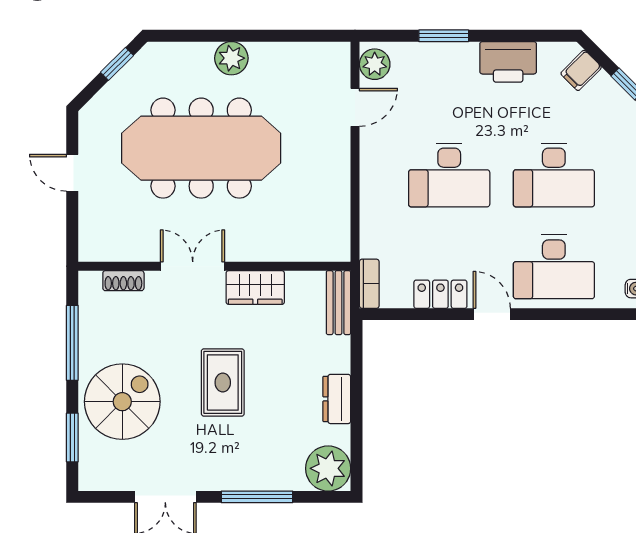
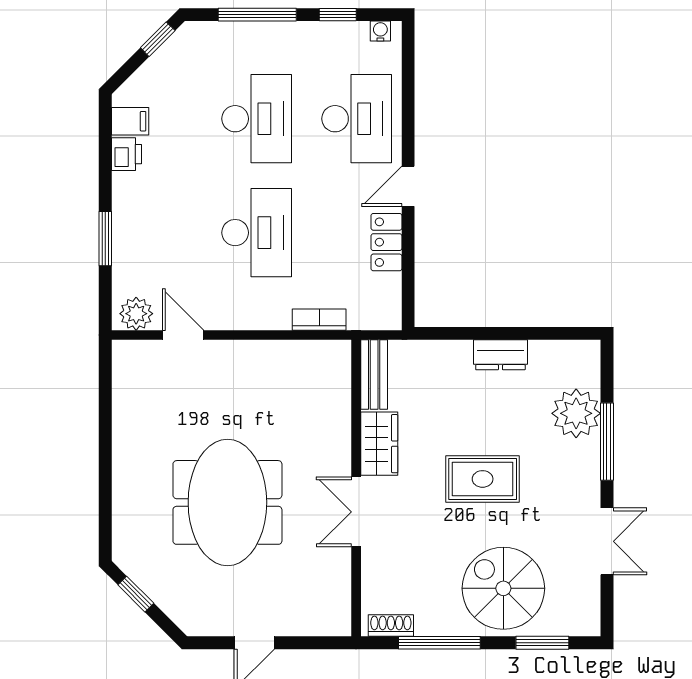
plant: (231, 58) -> (130, 470), removed
printer: (508, 62) -> (126, 154), width x0.53, depth x0.68
filing cabinet: (581, 70) -> (130, 121), moved, turned -45
meeting table: (201, 148) -> (227, 502), width x0.73
shoe rack: (123, 281) -> (391, 626), moved, turned -90
bookcase: (369, 284) -> (319, 320), moved
bench: (338, 303) -> (374, 375), moved, turned 90
plant: (328, 468) -> (576, 413), moved

